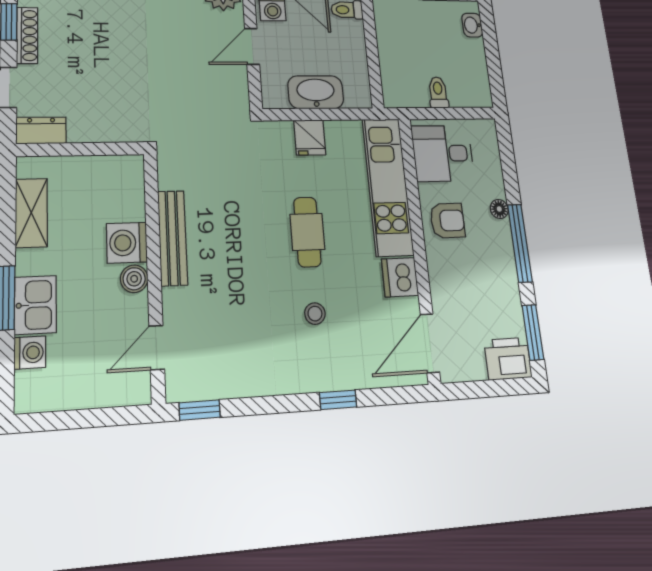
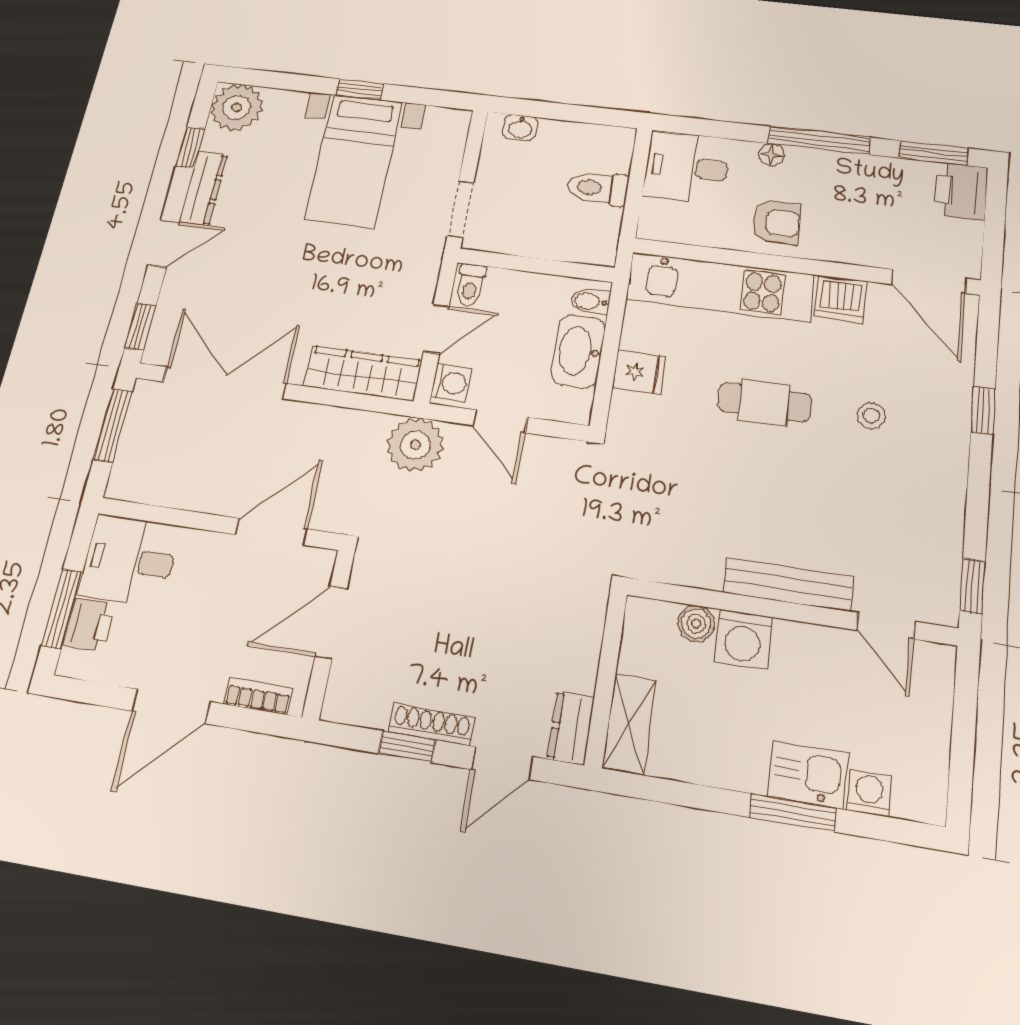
toilet: (438, 92) -> (598, 188), width x1.37, depth x1.39
bidet: (355, 95) -> (590, 301), added
desk: (443, 153) -> (687, 167), moved, turned 90
shelving: (31, 213) -> (629, 724), moved, turned 90
armchair: (447, 221) -> (777, 222), turned 90
bench: (173, 238) -> (788, 584), moved
boiler: (134, 279) -> (696, 624), moved

